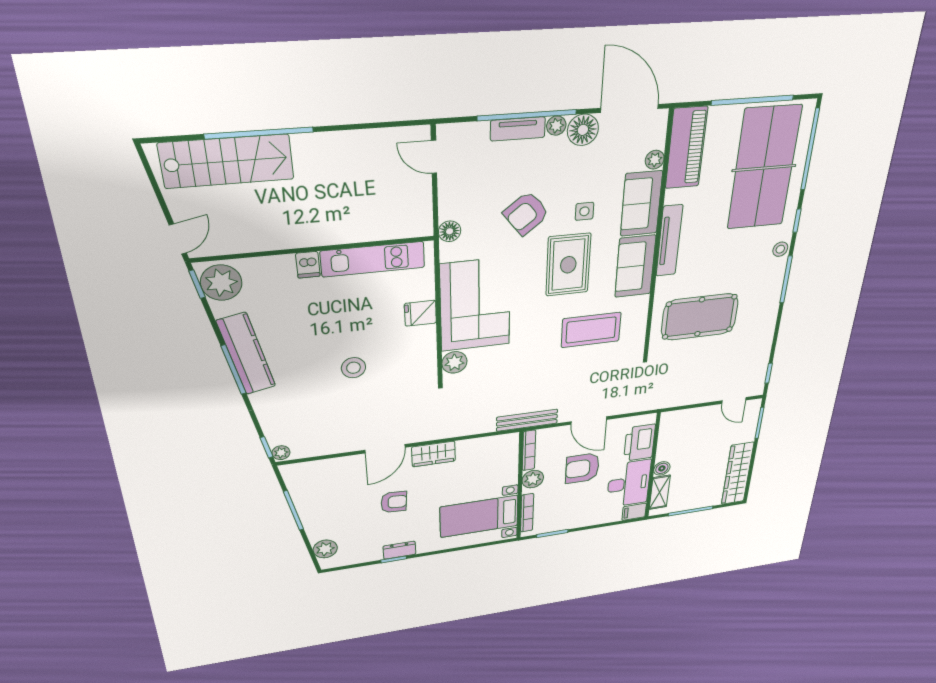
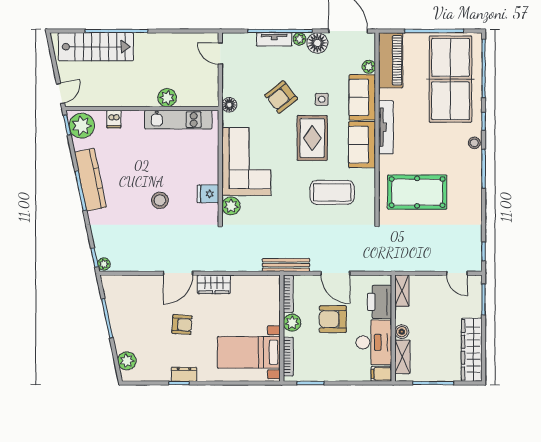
plant: (353, 230) -> (167, 98), added
dishwasher: (308, 265) -> (114, 119), moved
fridge: (420, 313) -> (208, 194), moved
shelving: (667, 427) -> (402, 291), added

